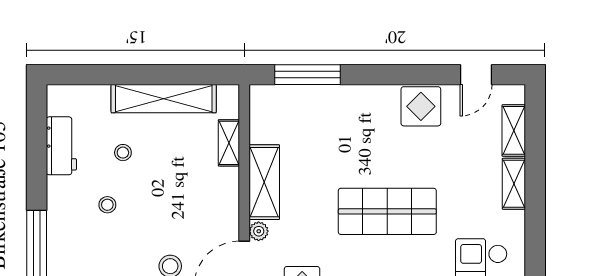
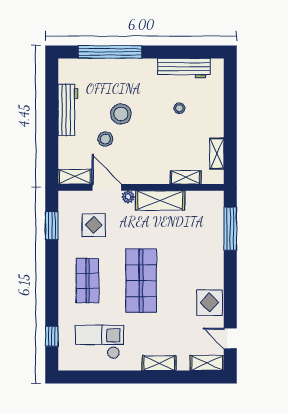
shelving: (164, 99) -> (217, 154), width x0.45, depth x0.75
shelving: (514, 130) -> (207, 363), moved
workbench: (61, 146) -> (184, 68), width x1.38
stool: (107, 205) -> (121, 114), moved, width x1.89, depth x1.89

